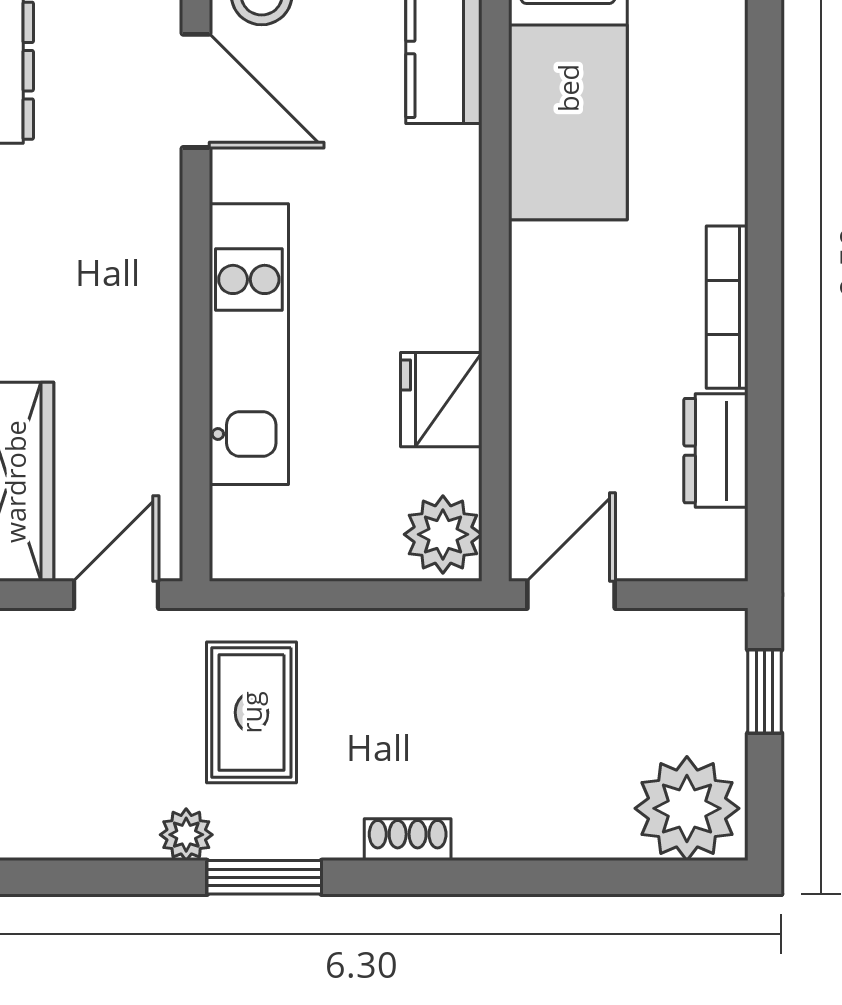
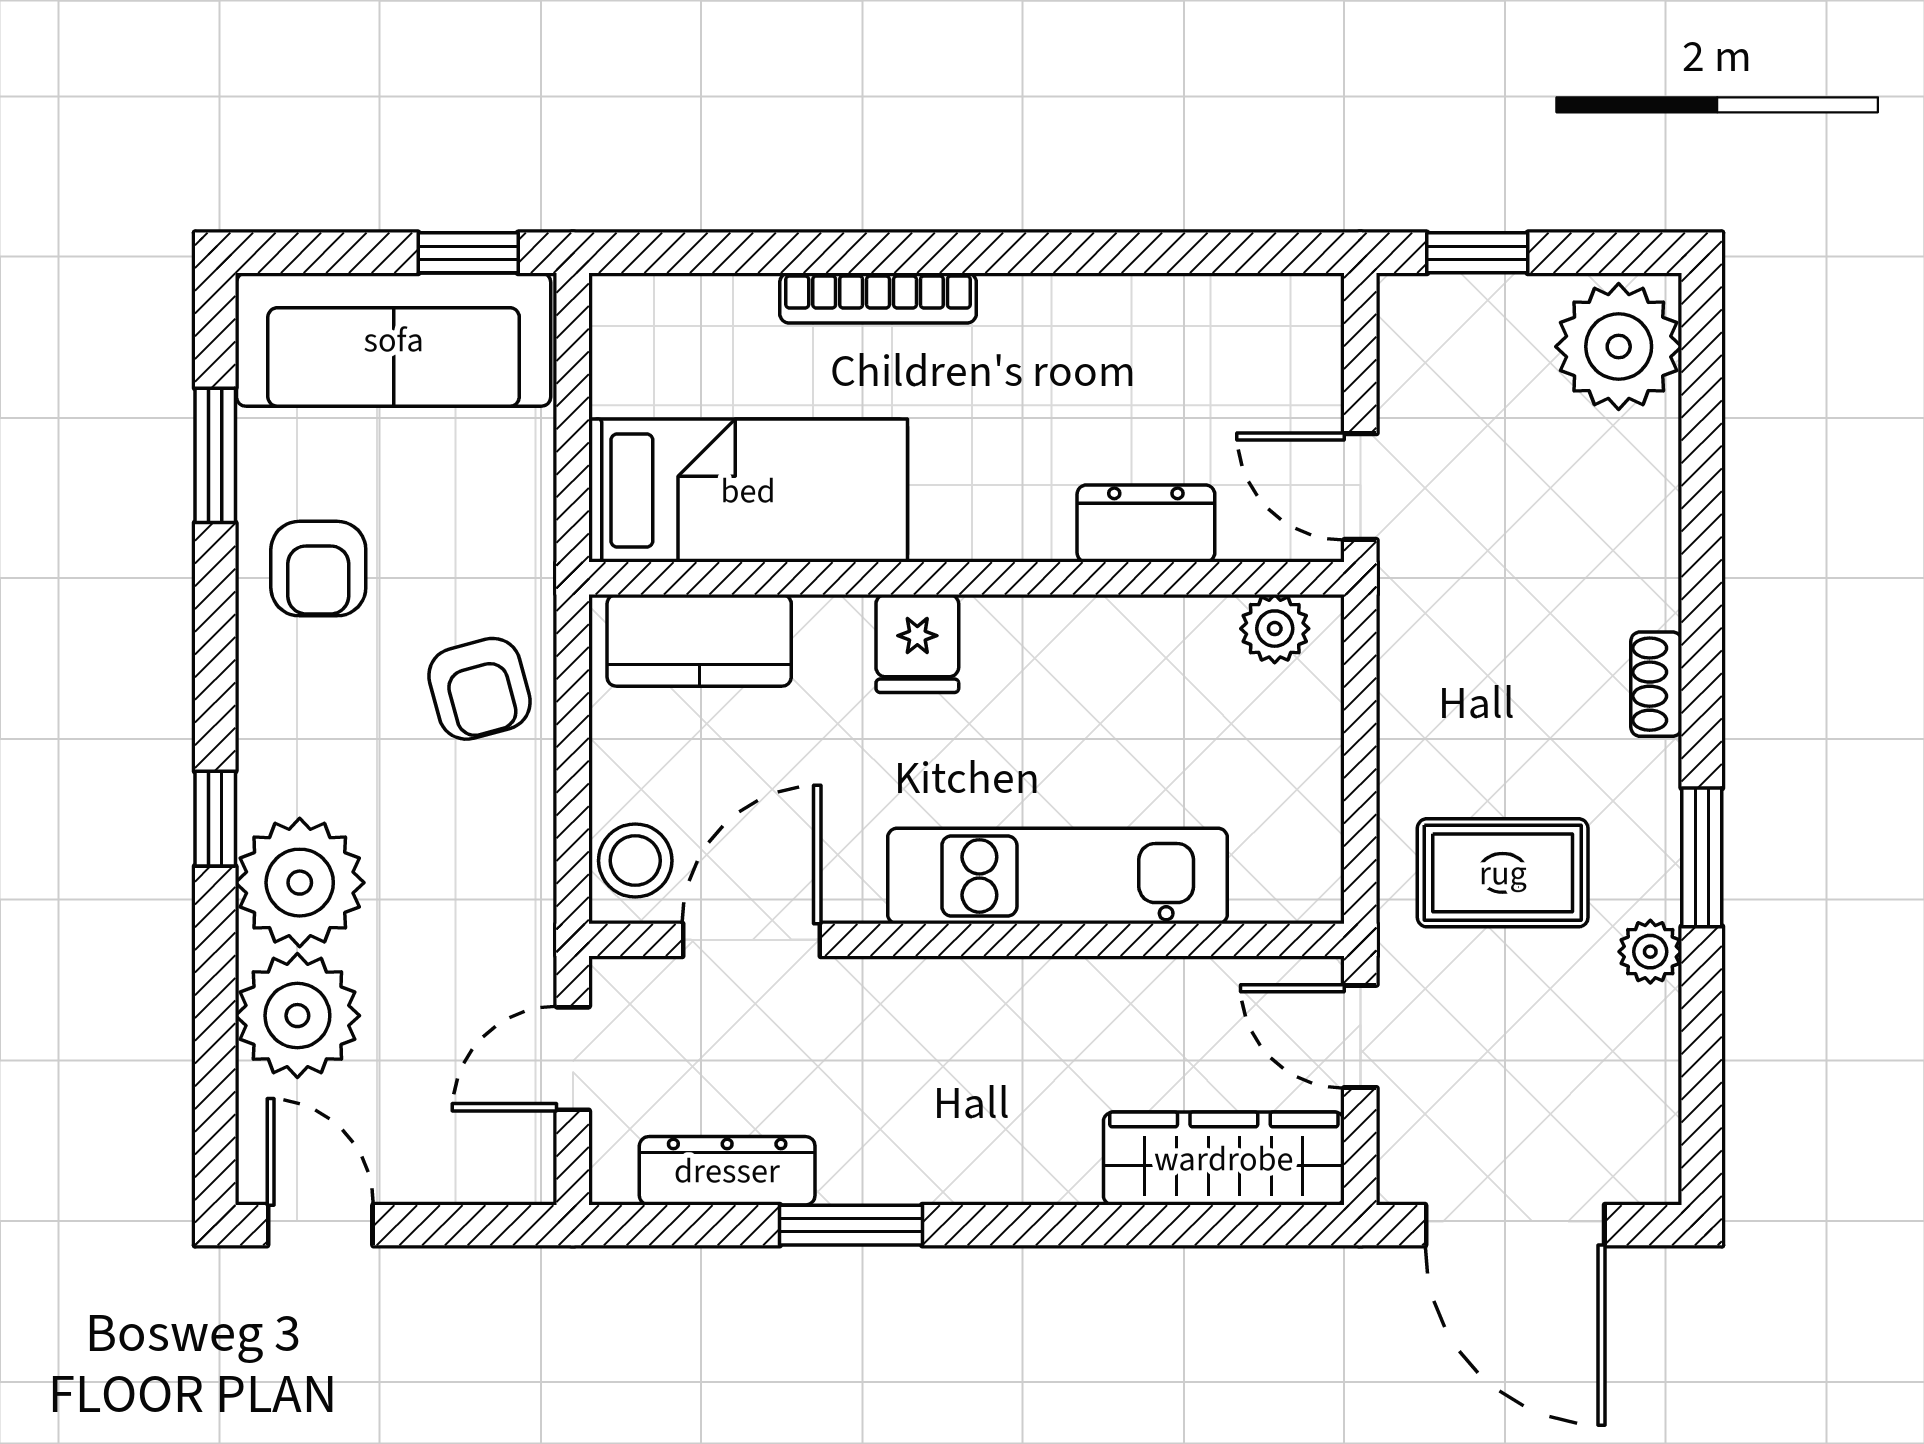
bookcase: (727, 307) -> (878, 298), moved
fridge: (441, 400) -> (917, 643), moved, width x0.72
dresser: (716, 451) -> (1146, 524), moved, turned 180
plant: (443, 534) -> (1275, 629), width x0.73, depth x0.73

